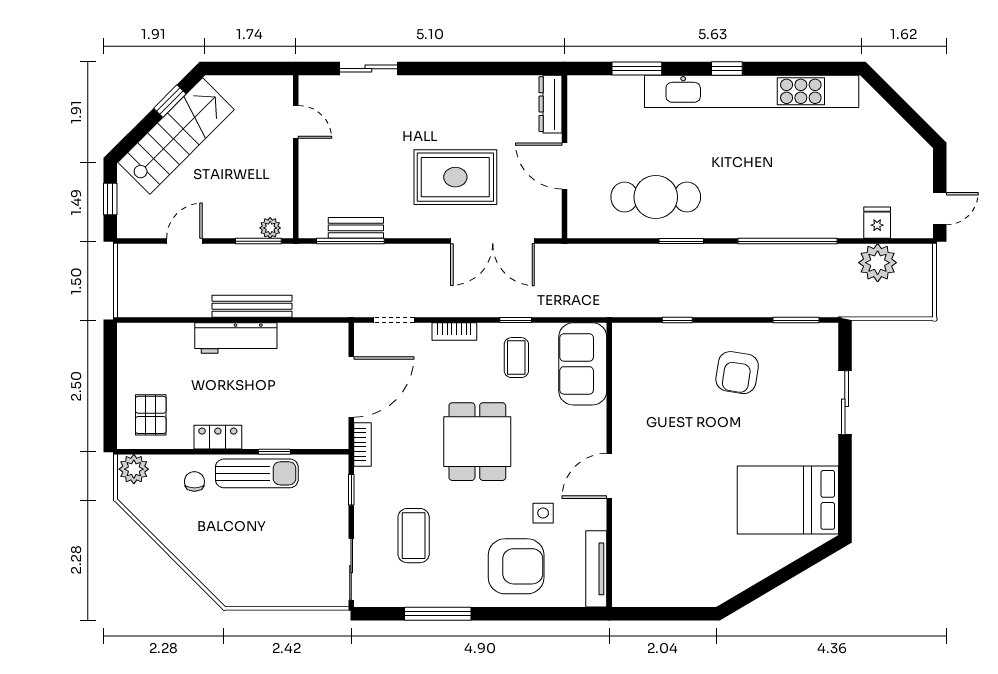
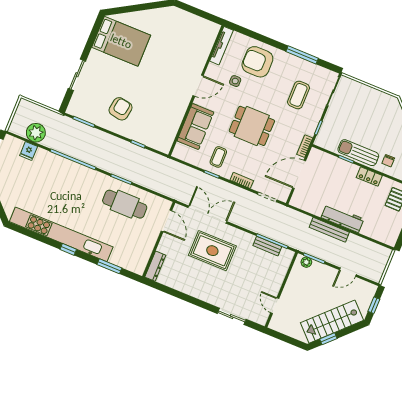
door: (564, 166) -> (166, 221), moved
sofa: (583, 364) -> (195, 126), moved
dining table: (477, 442) -> (252, 126), turned 90

